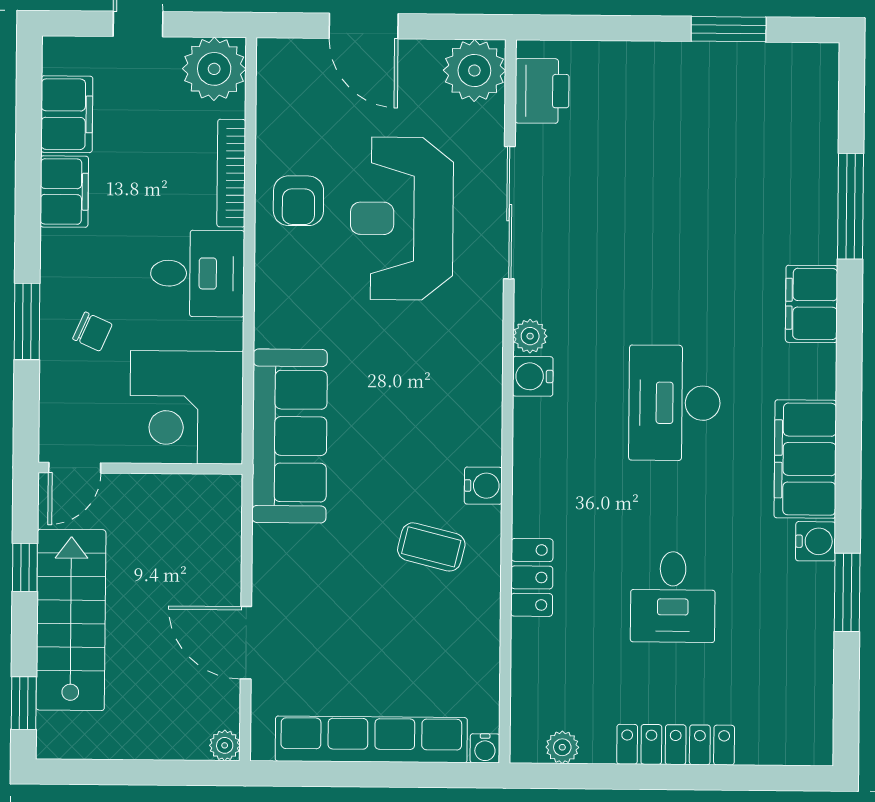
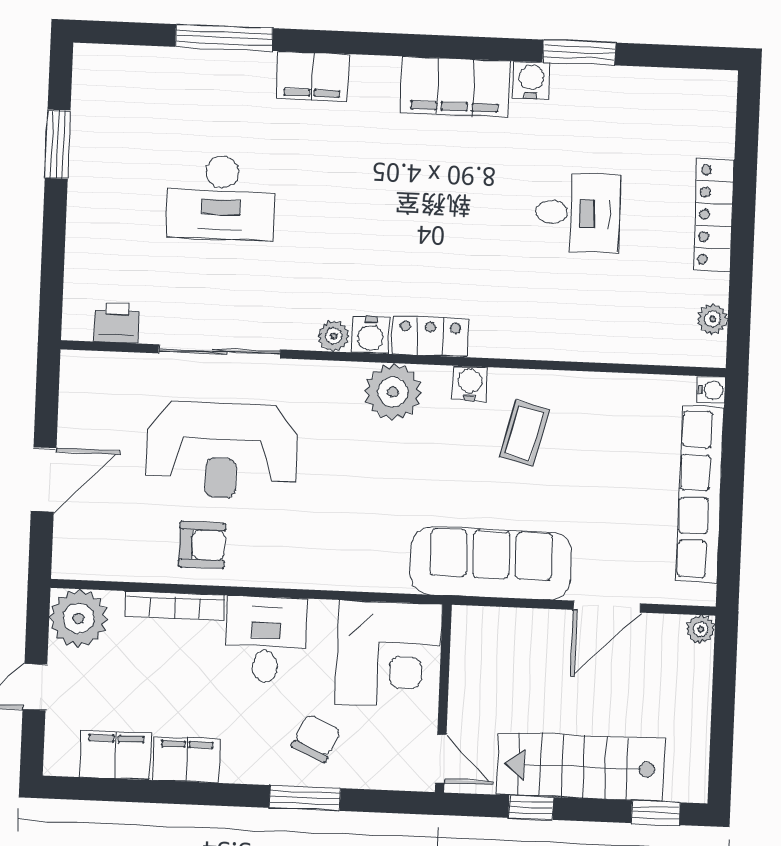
plant: (474, 71) -> (393, 392), moved
printer: (542, 91) -> (116, 323), width x0.73, depth x0.81
chair: (93, 332) -> (316, 738), width x1.37, depth x1.37
desk: (675, 403) -> (221, 198), moved
sofa: (290, 436) -> (491, 563), moved
locker: (532, 577) -> (430, 337), moved

